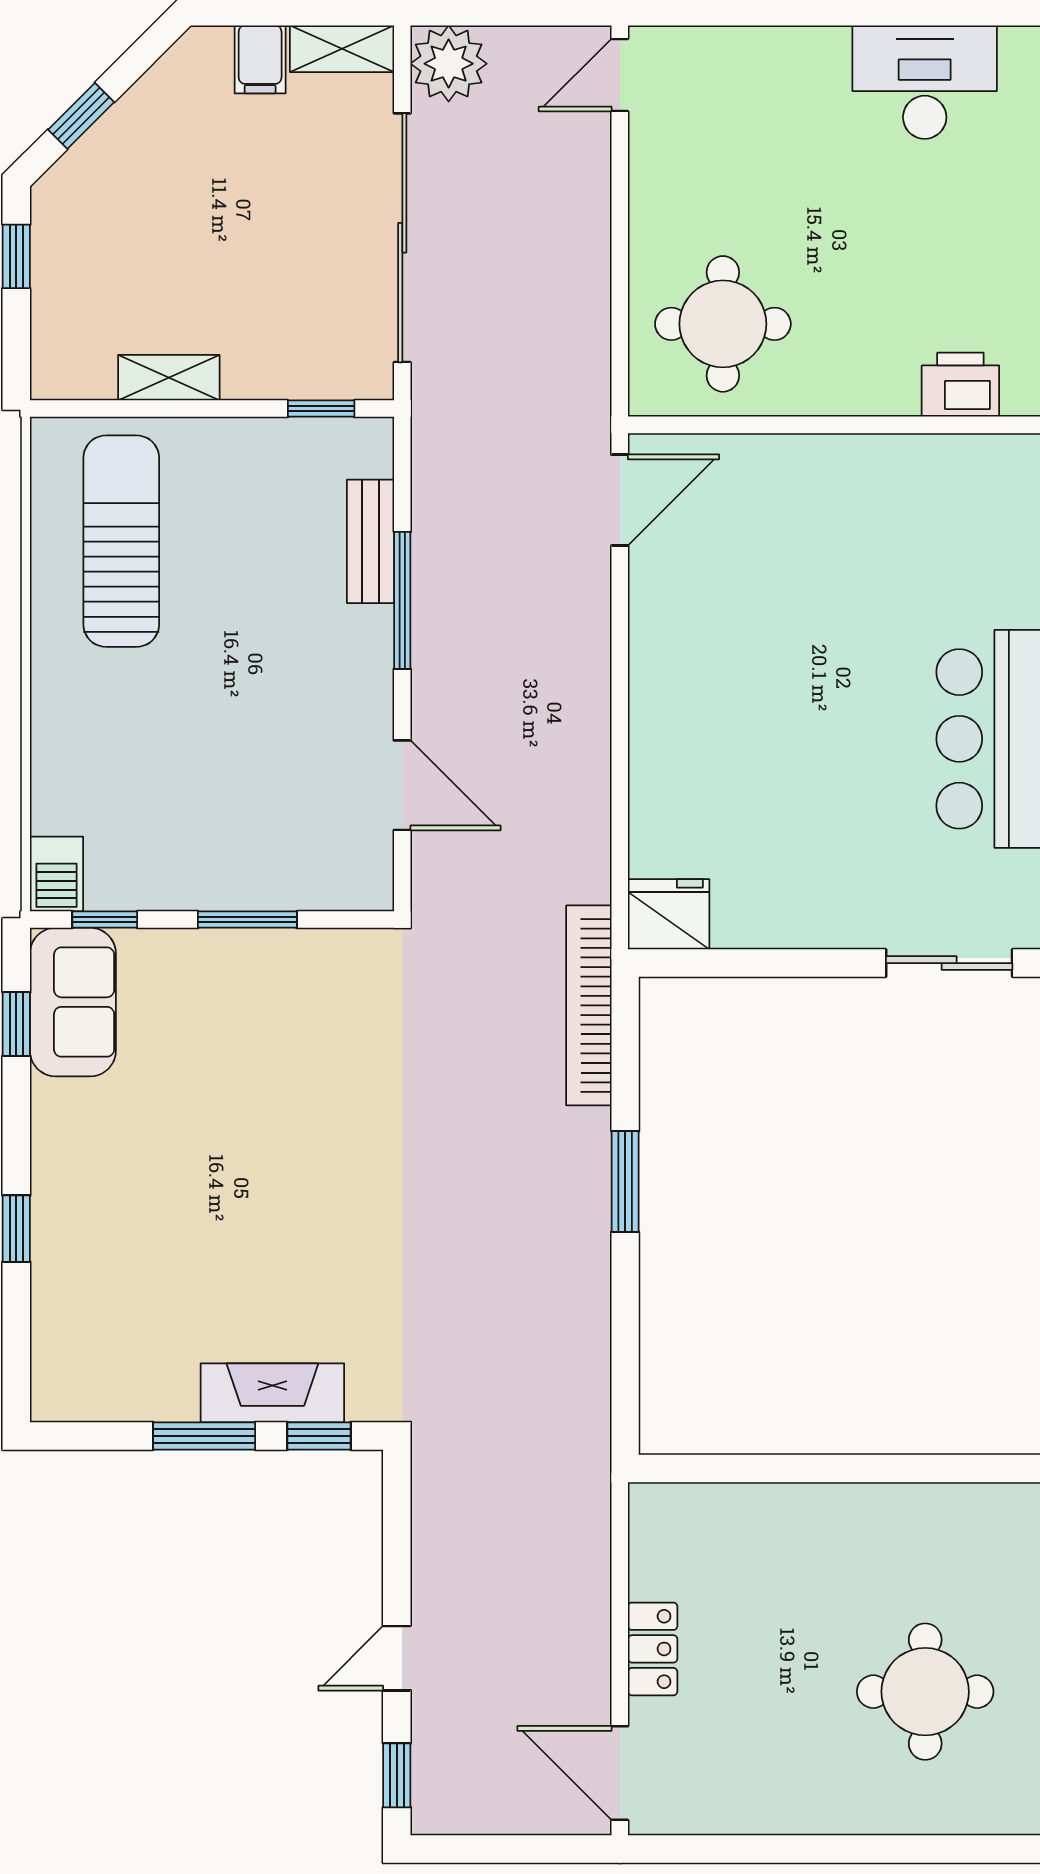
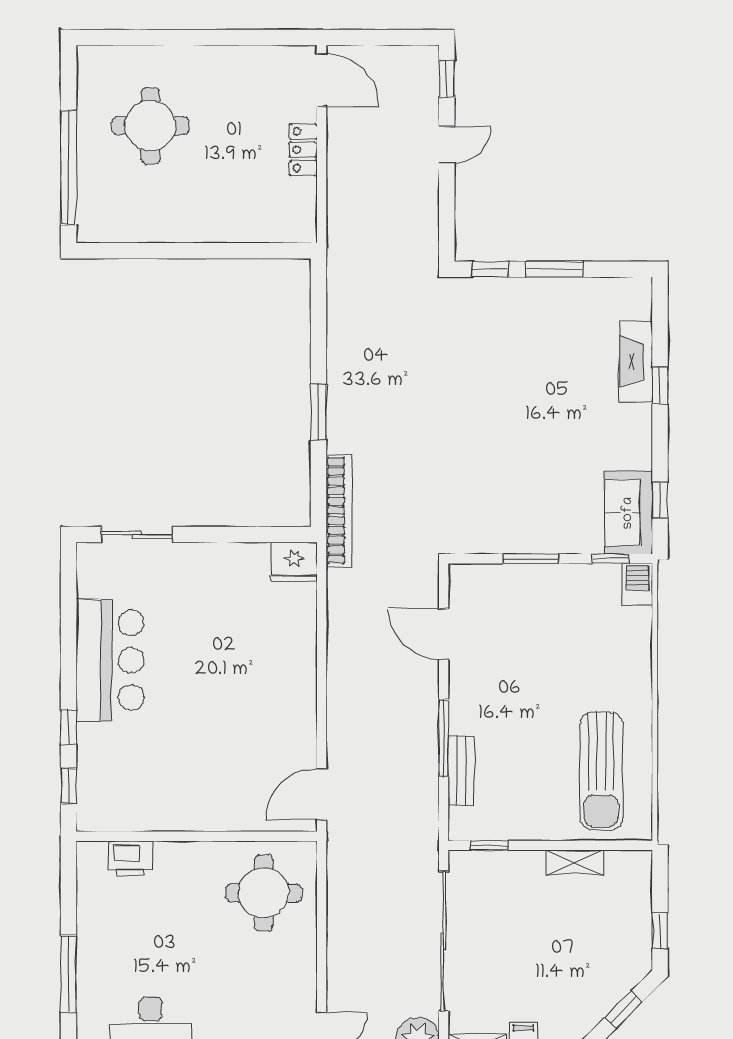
fireplace: (272, 1393) -> (636, 361), moved, turned 90

